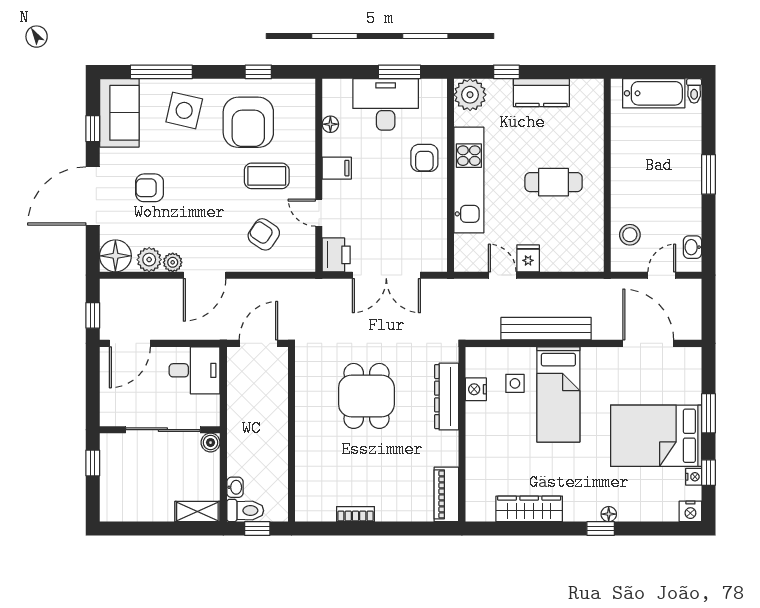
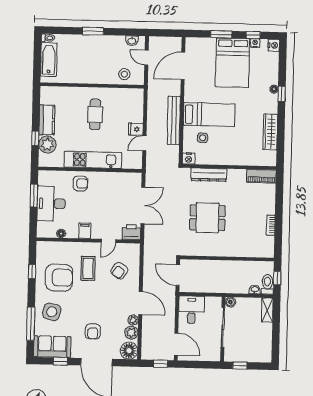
plant: (470, 95) -> (47, 144), moved
nightstand: (476, 389) -> (189, 159), moved

